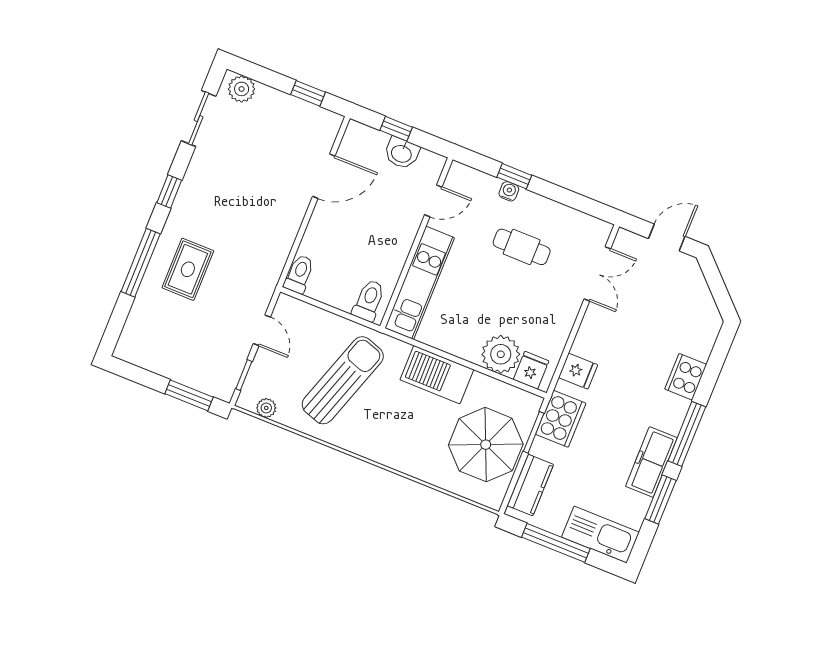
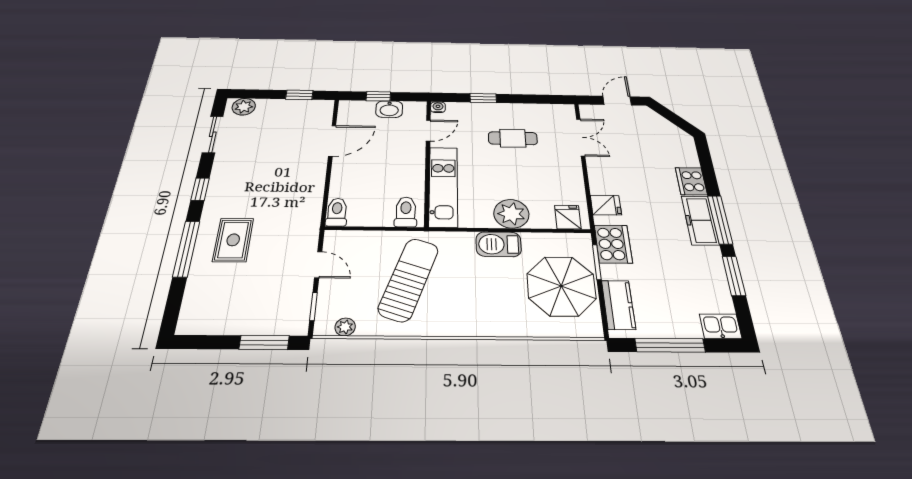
water cooler: (509, 191) -> (438, 107), moved
plant: (501, 354) -> (511, 214), moved
barbecue: (437, 375) -> (499, 244), width x0.73, depth x0.83
freezer: (651, 462) -> (700, 220), moved
kitchen sink: (600, 535) -> (721, 326), width x0.53, depth x0.81

